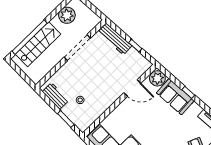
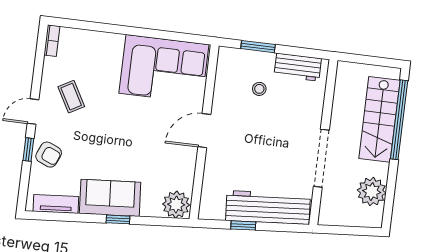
workbench: (115, 39) -> (268, 208), width x1.36, depth x1.32
door: (132, 88) -> (204, 131), moved
sofa: (175, 97) -> (110, 198), moved

